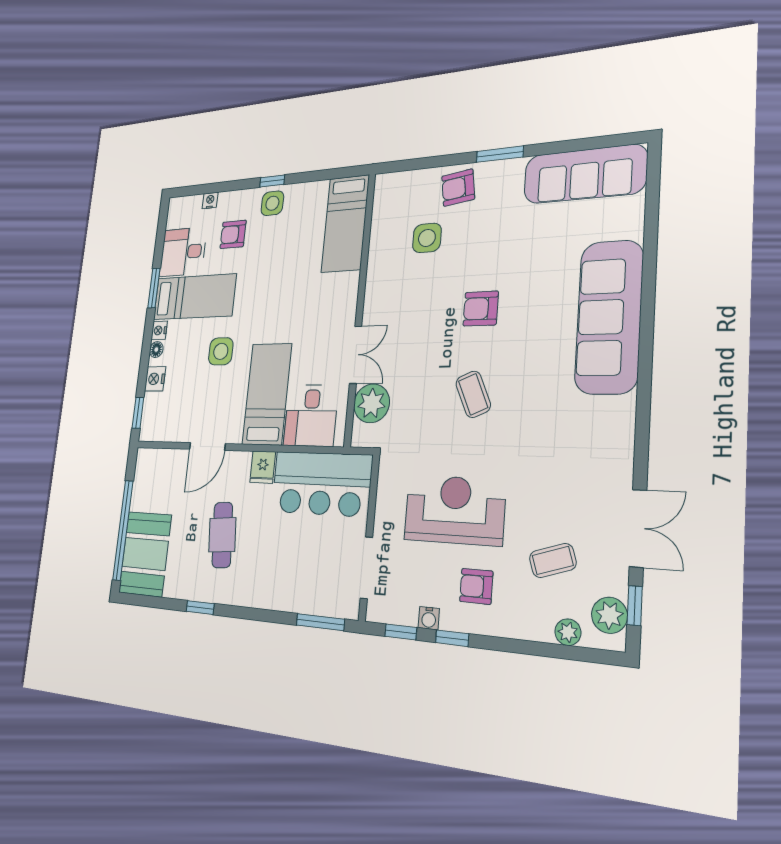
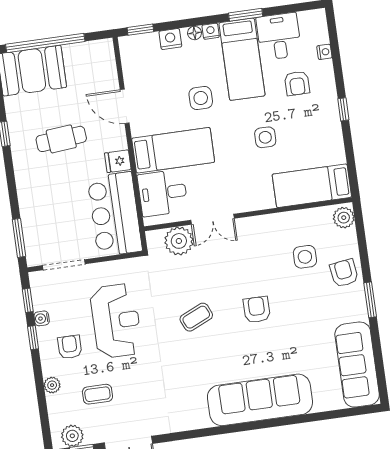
plant: (391, 185) -> (344, 218), added
side table: (272, 203) -> (265, 137), moved
armchair: (233, 234) -> (297, 83), turned 180
coffee table: (553, 560) -> (97, 394), turned -72
plant: (568, 632) -> (52, 385), moved

